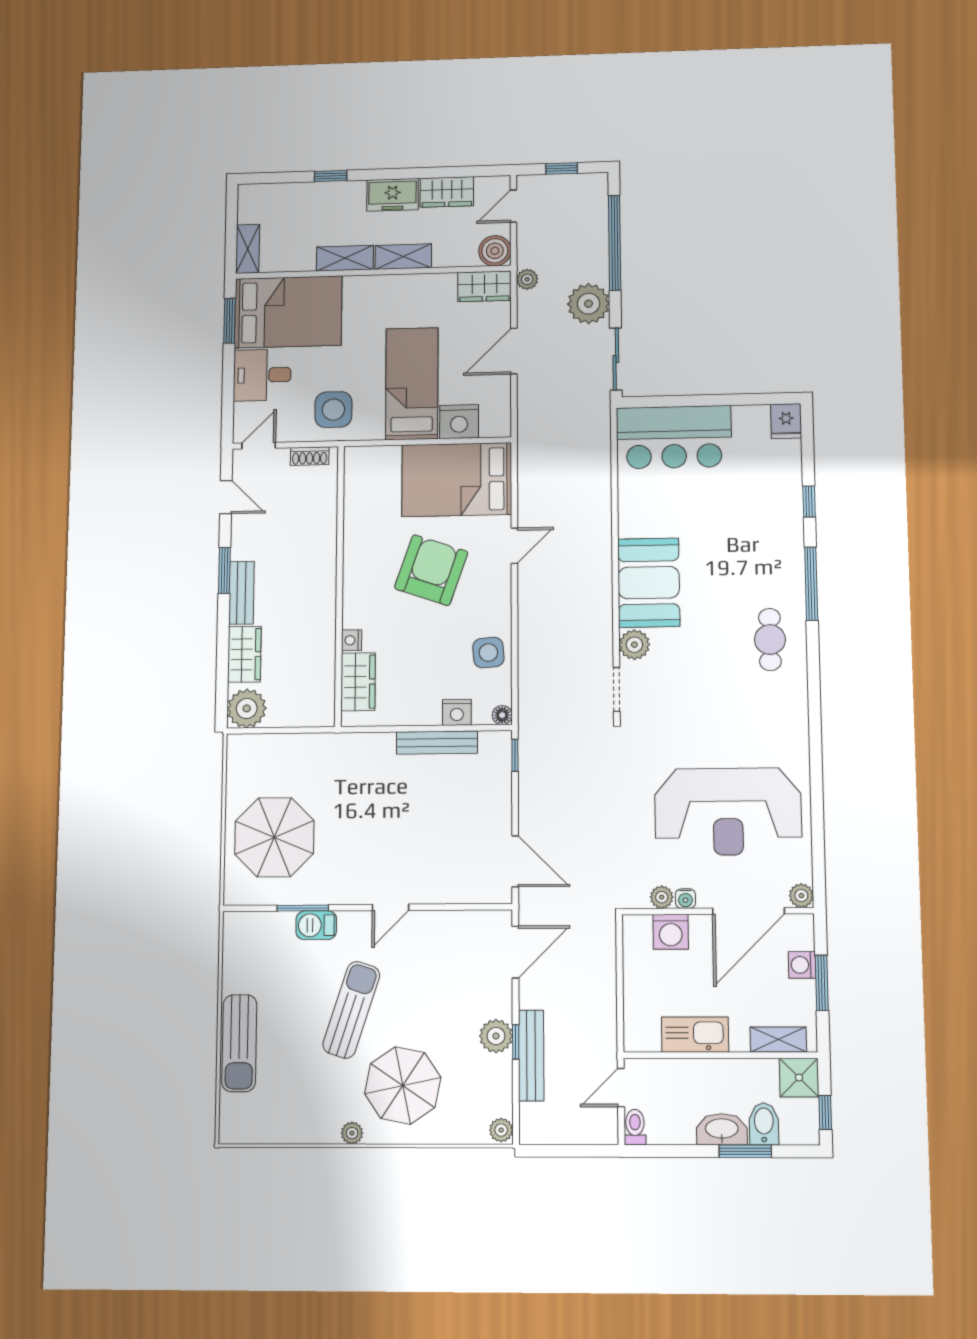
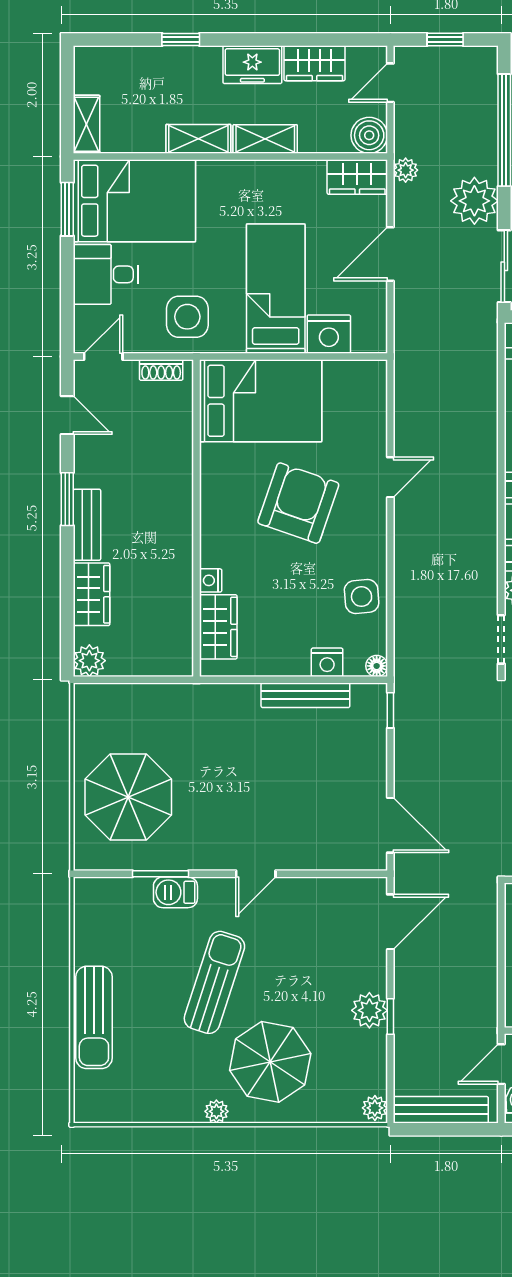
bed: (457, 480) -> (261, 401), moved, turned 180
plant: (247, 708) -> (89, 661), width x0.73, depth x0.73
bench: (531, 1055) -> (441, 1110), moved, turned 90

